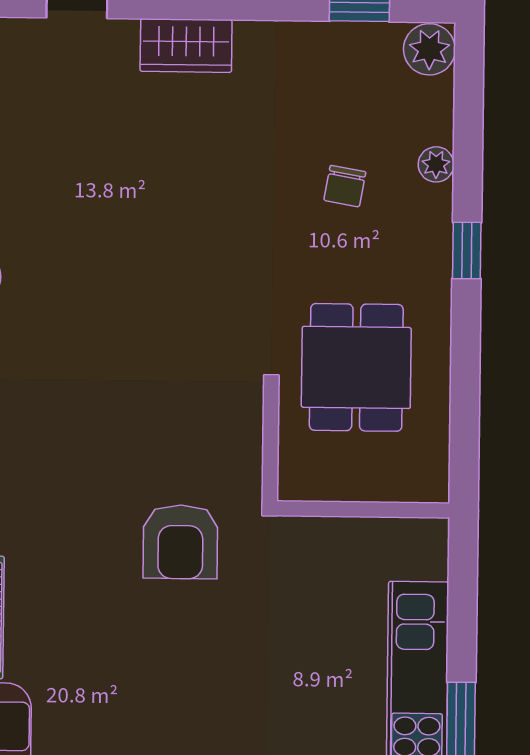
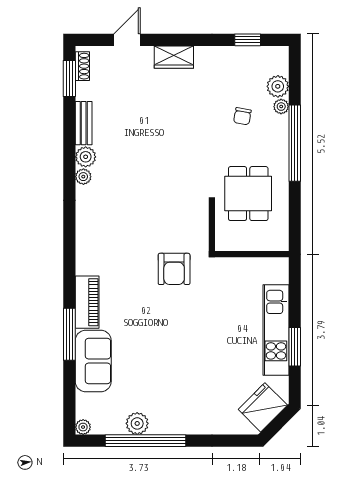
plant: (429, 49) -> (278, 86), moved
window: (467, 250) -> (295, 143), width x3.17

